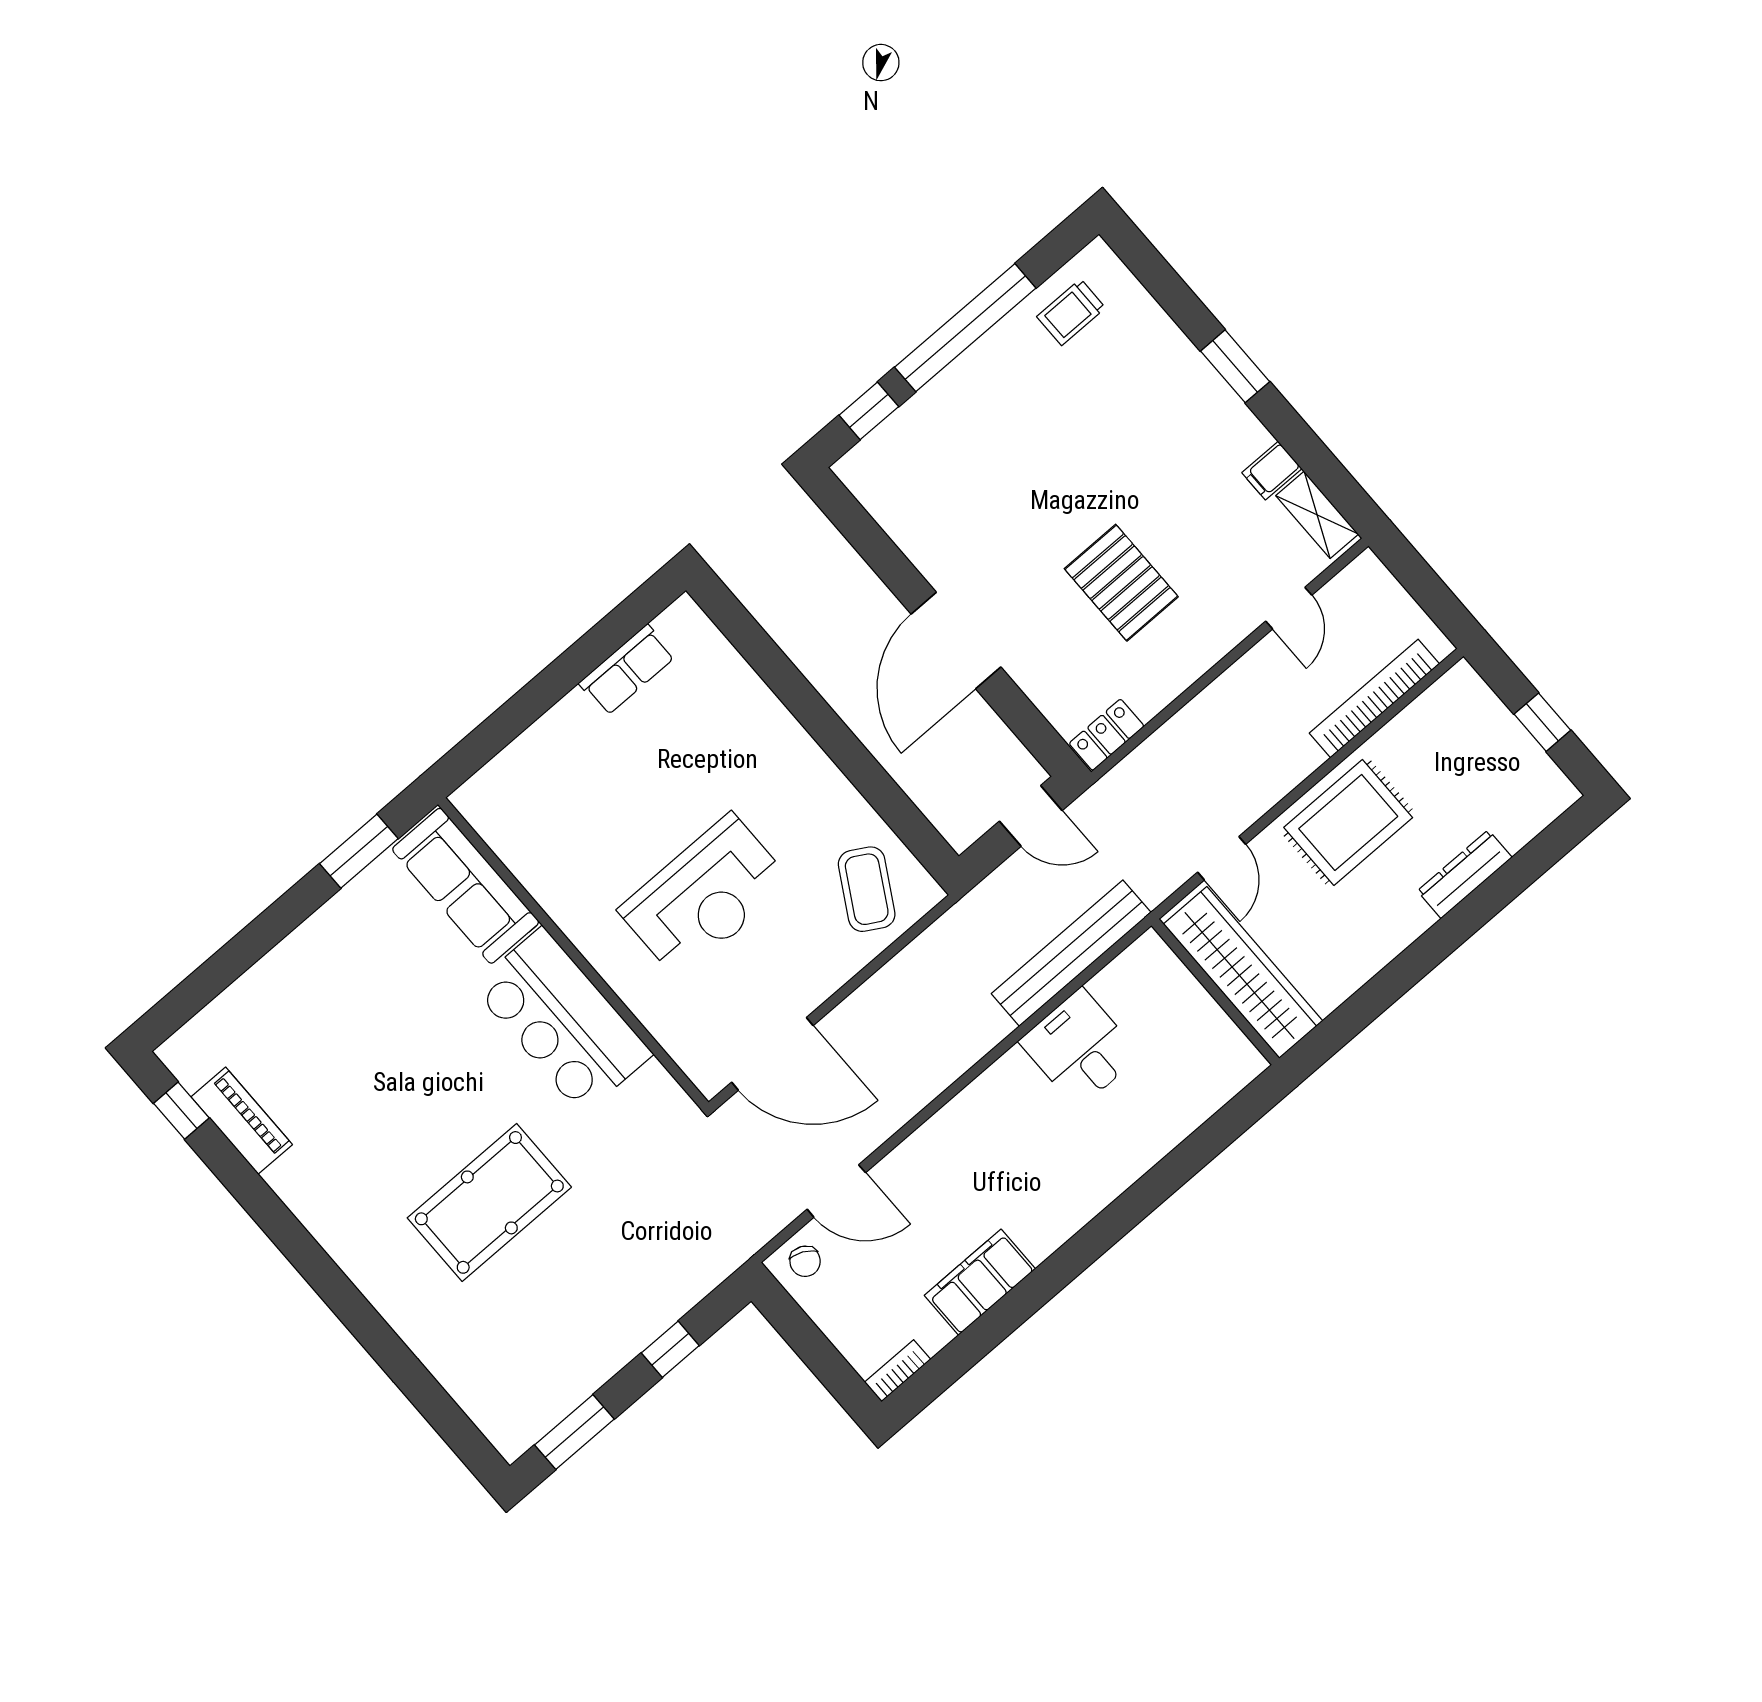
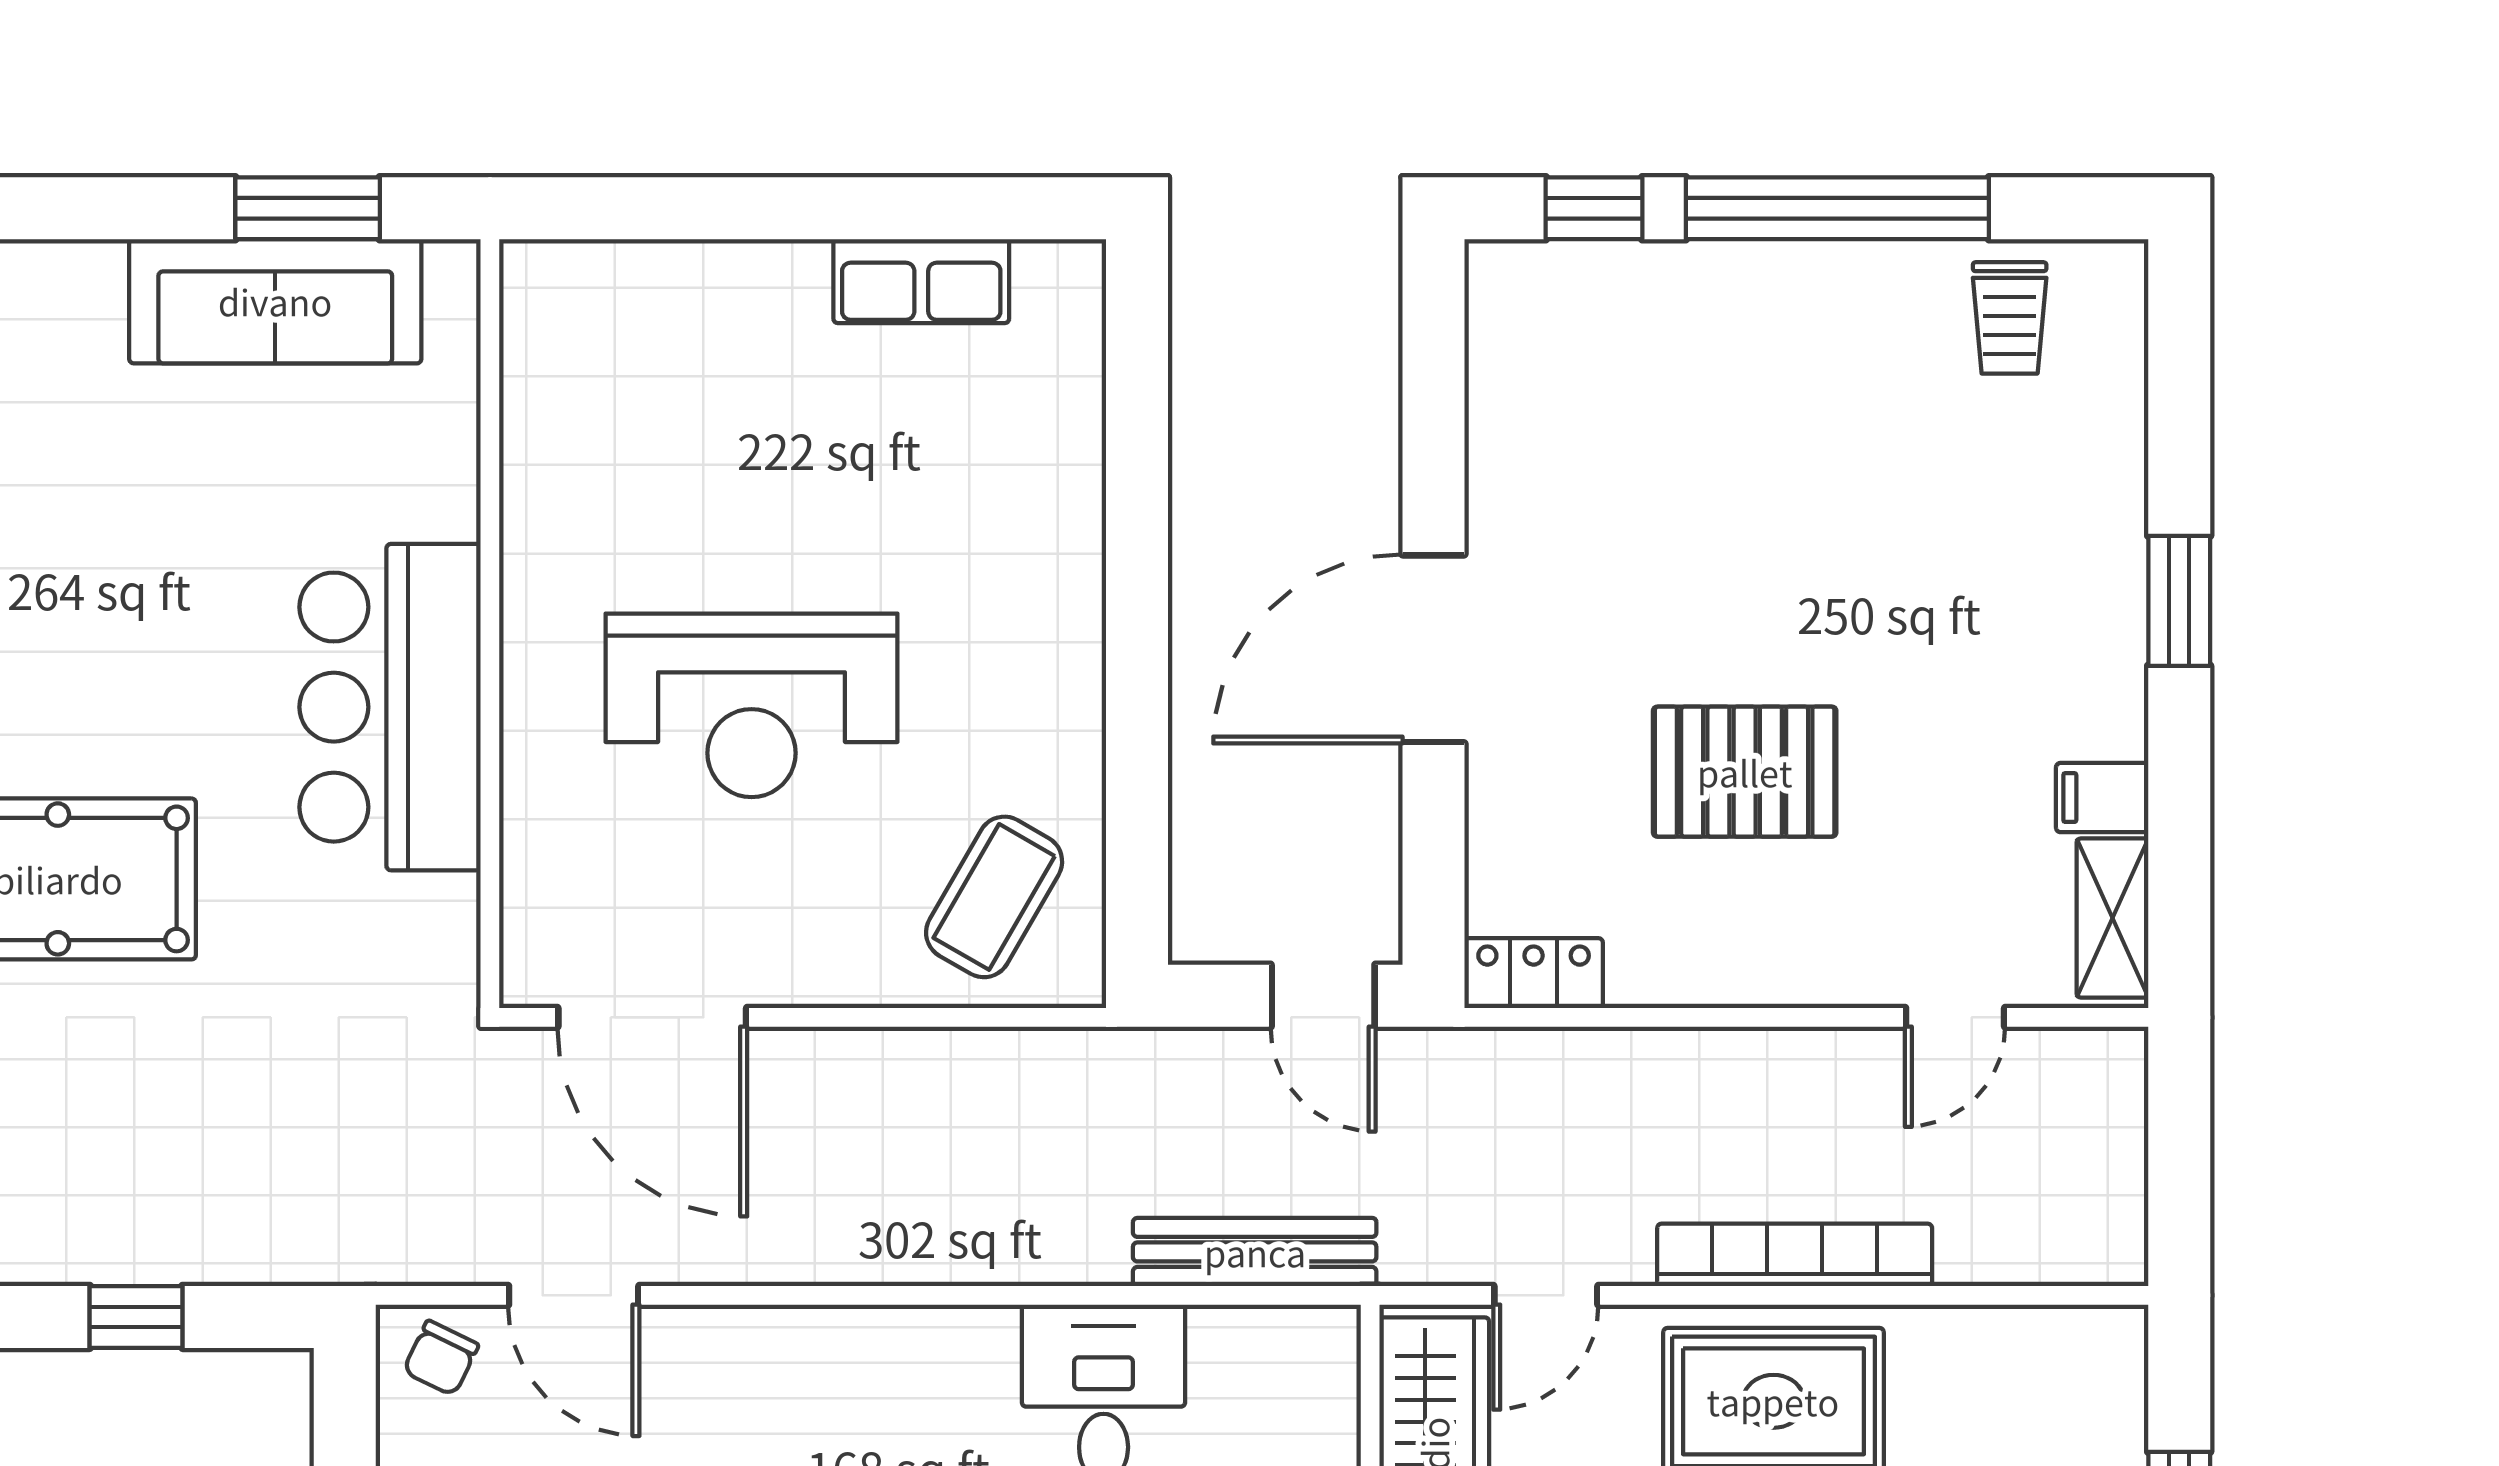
trolley: (1071, 312) -> (2010, 318), turned -90
pallet: (1121, 583) -> (1745, 772), turned 90
bookcase: (1374, 698) -> (1795, 1255), moved
sofa: (466, 886) -> (275, 301), moved, turned -90
bench: (1071, 953) -> (1255, 1252), width x0.73, depth x0.82

